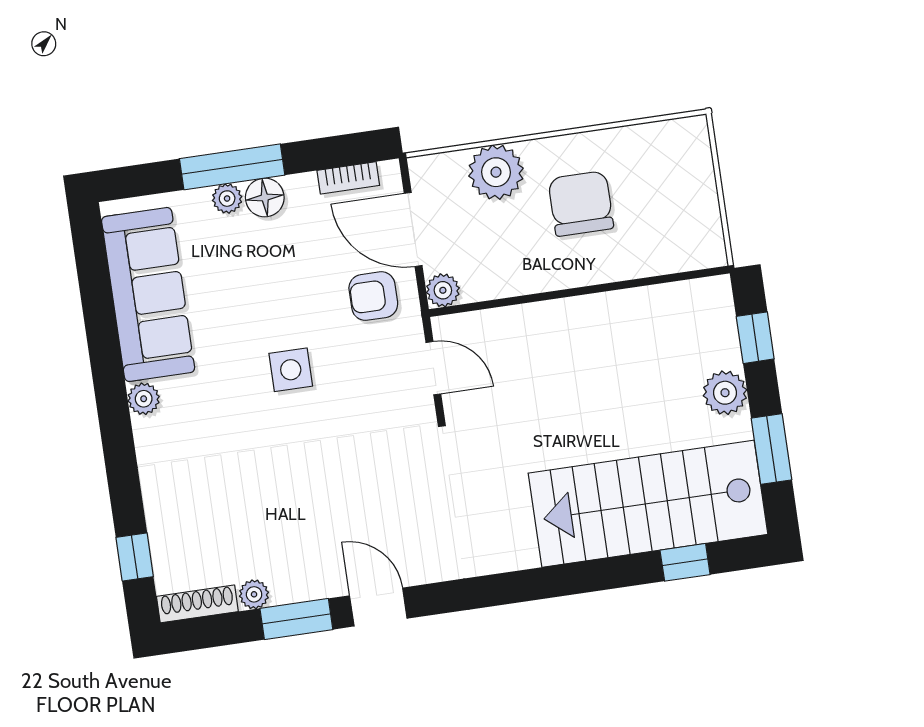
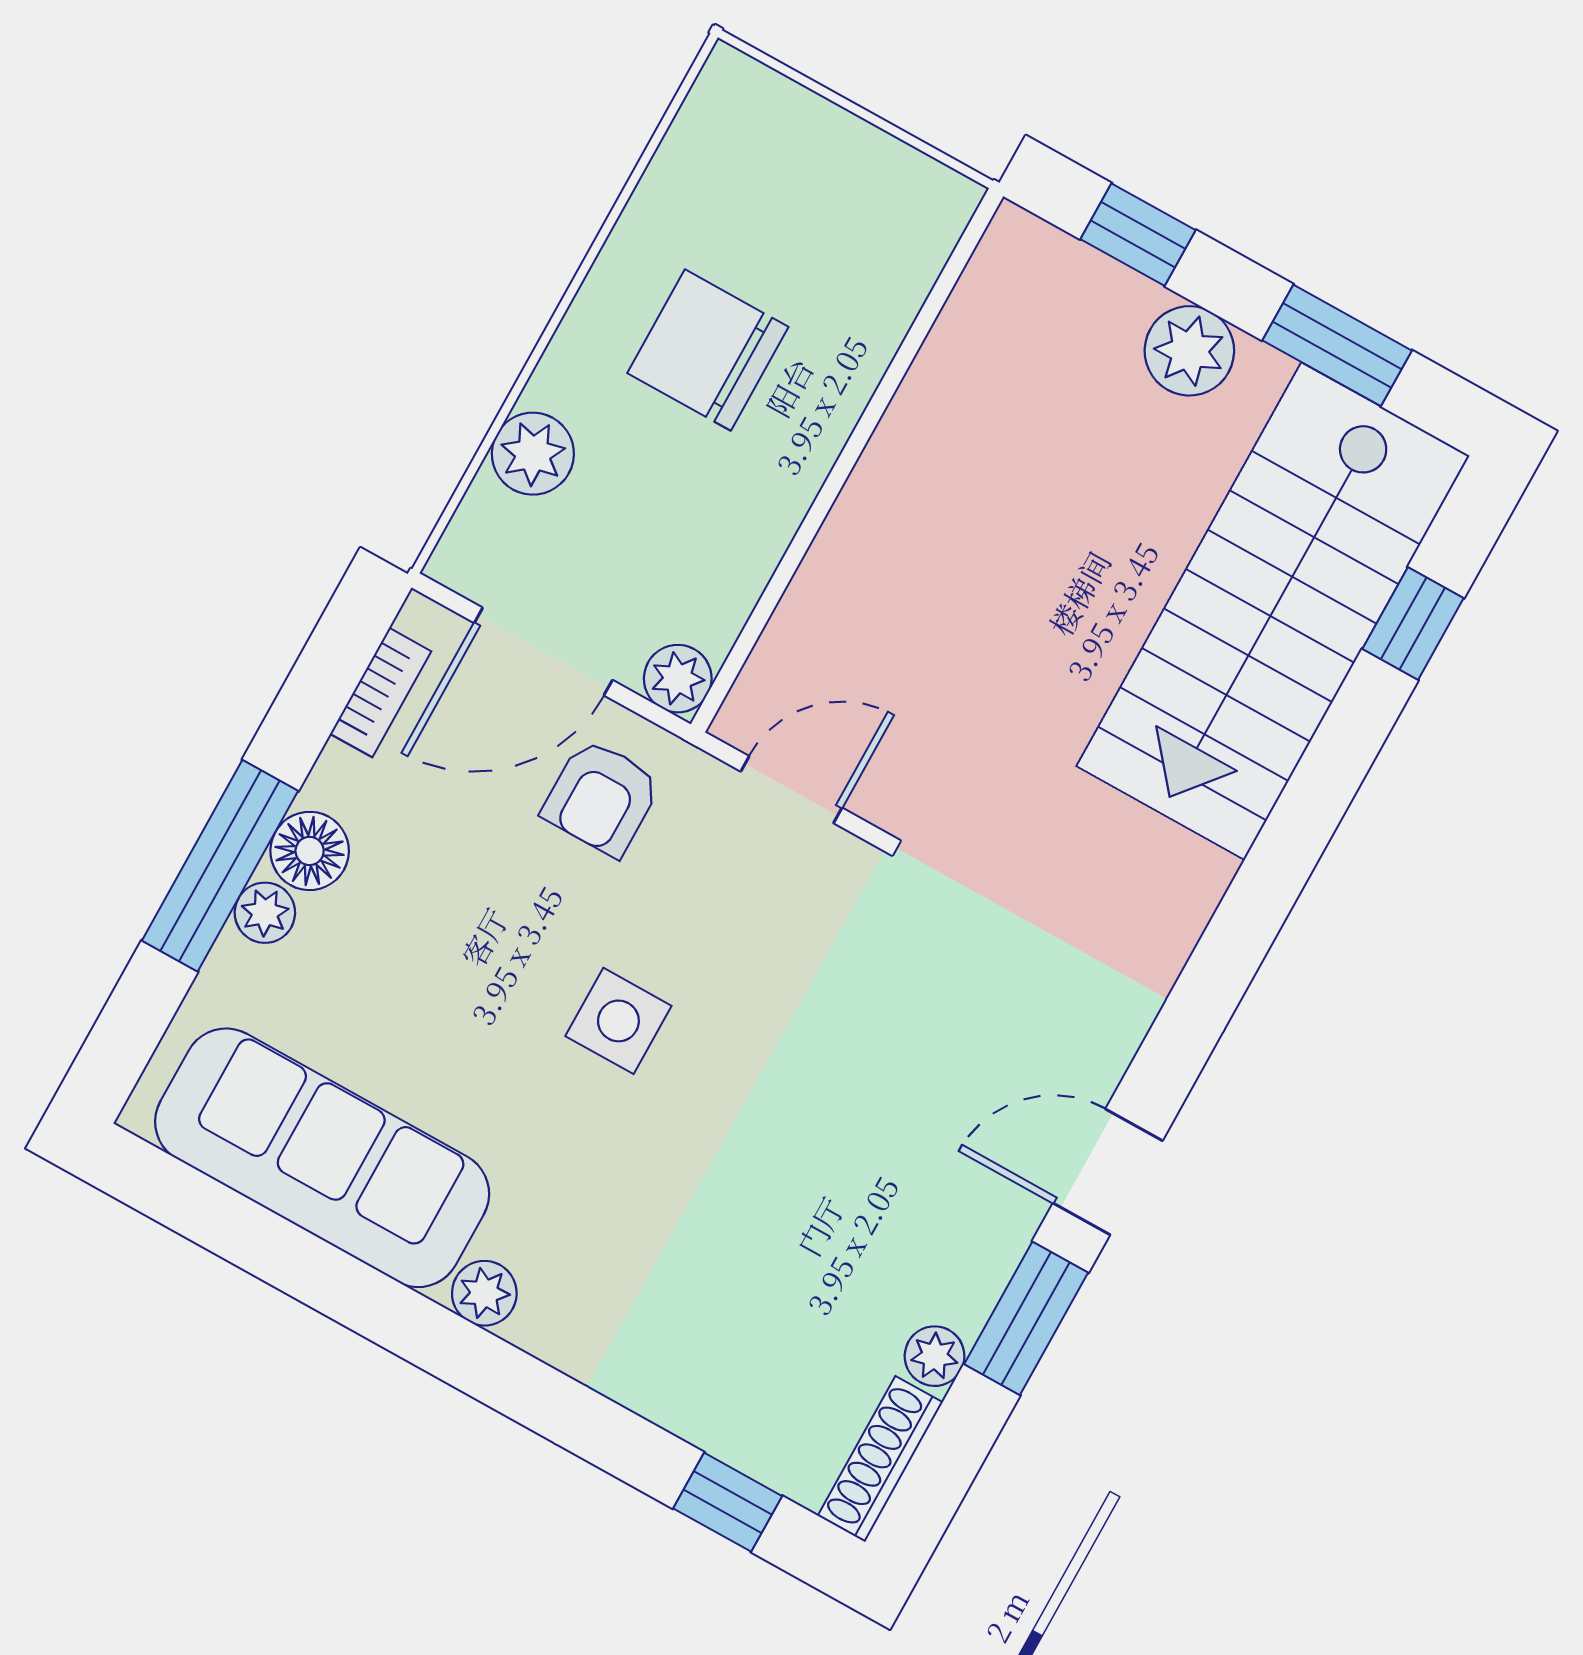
plant: (496, 172) -> (533, 454), width x0.73, depth x0.73

